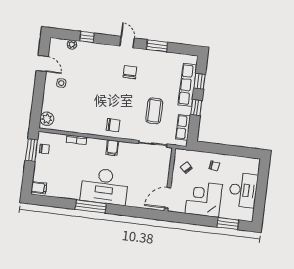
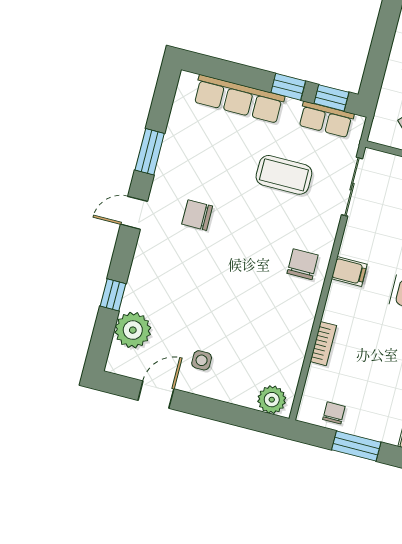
plant: (72, 45) -> (133, 330), width x1.88, depth x1.88
window: (200, 81) -> (331, 98), moved
window: (31, 150) -> (356, 446), moved

